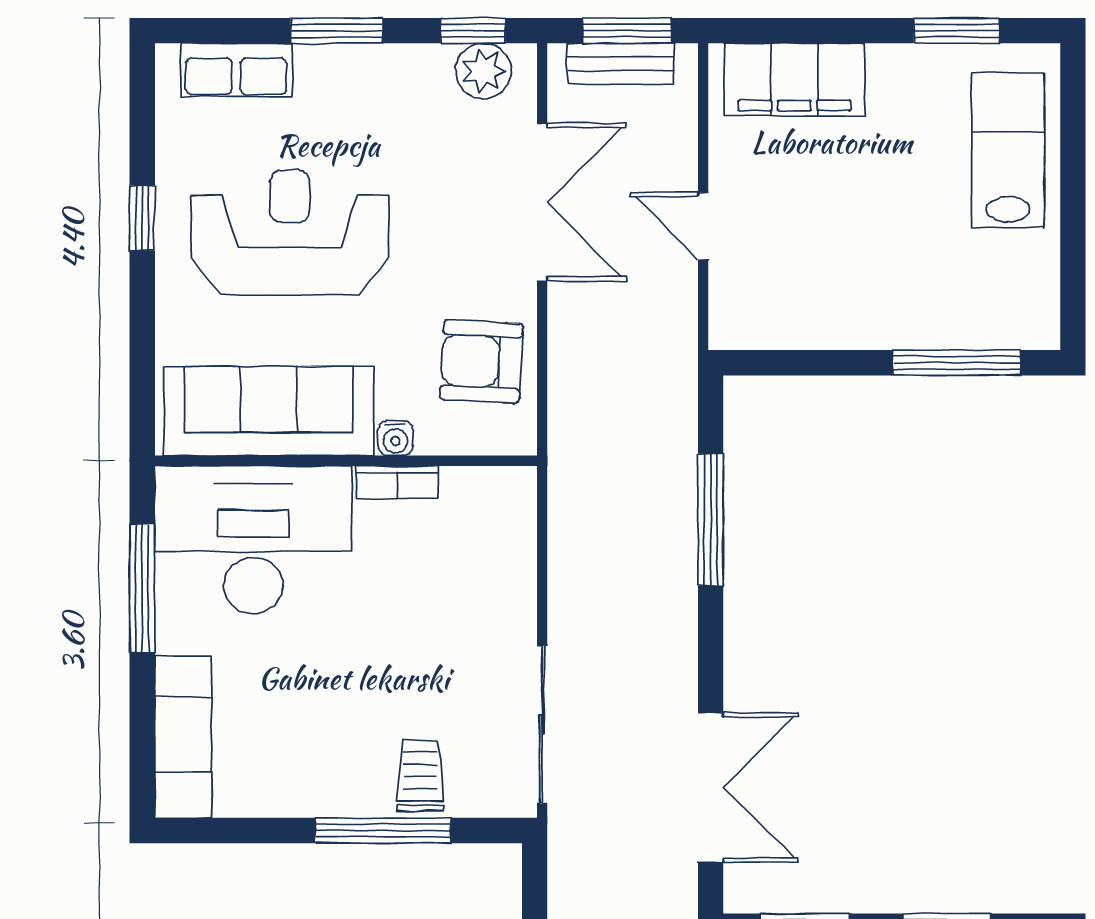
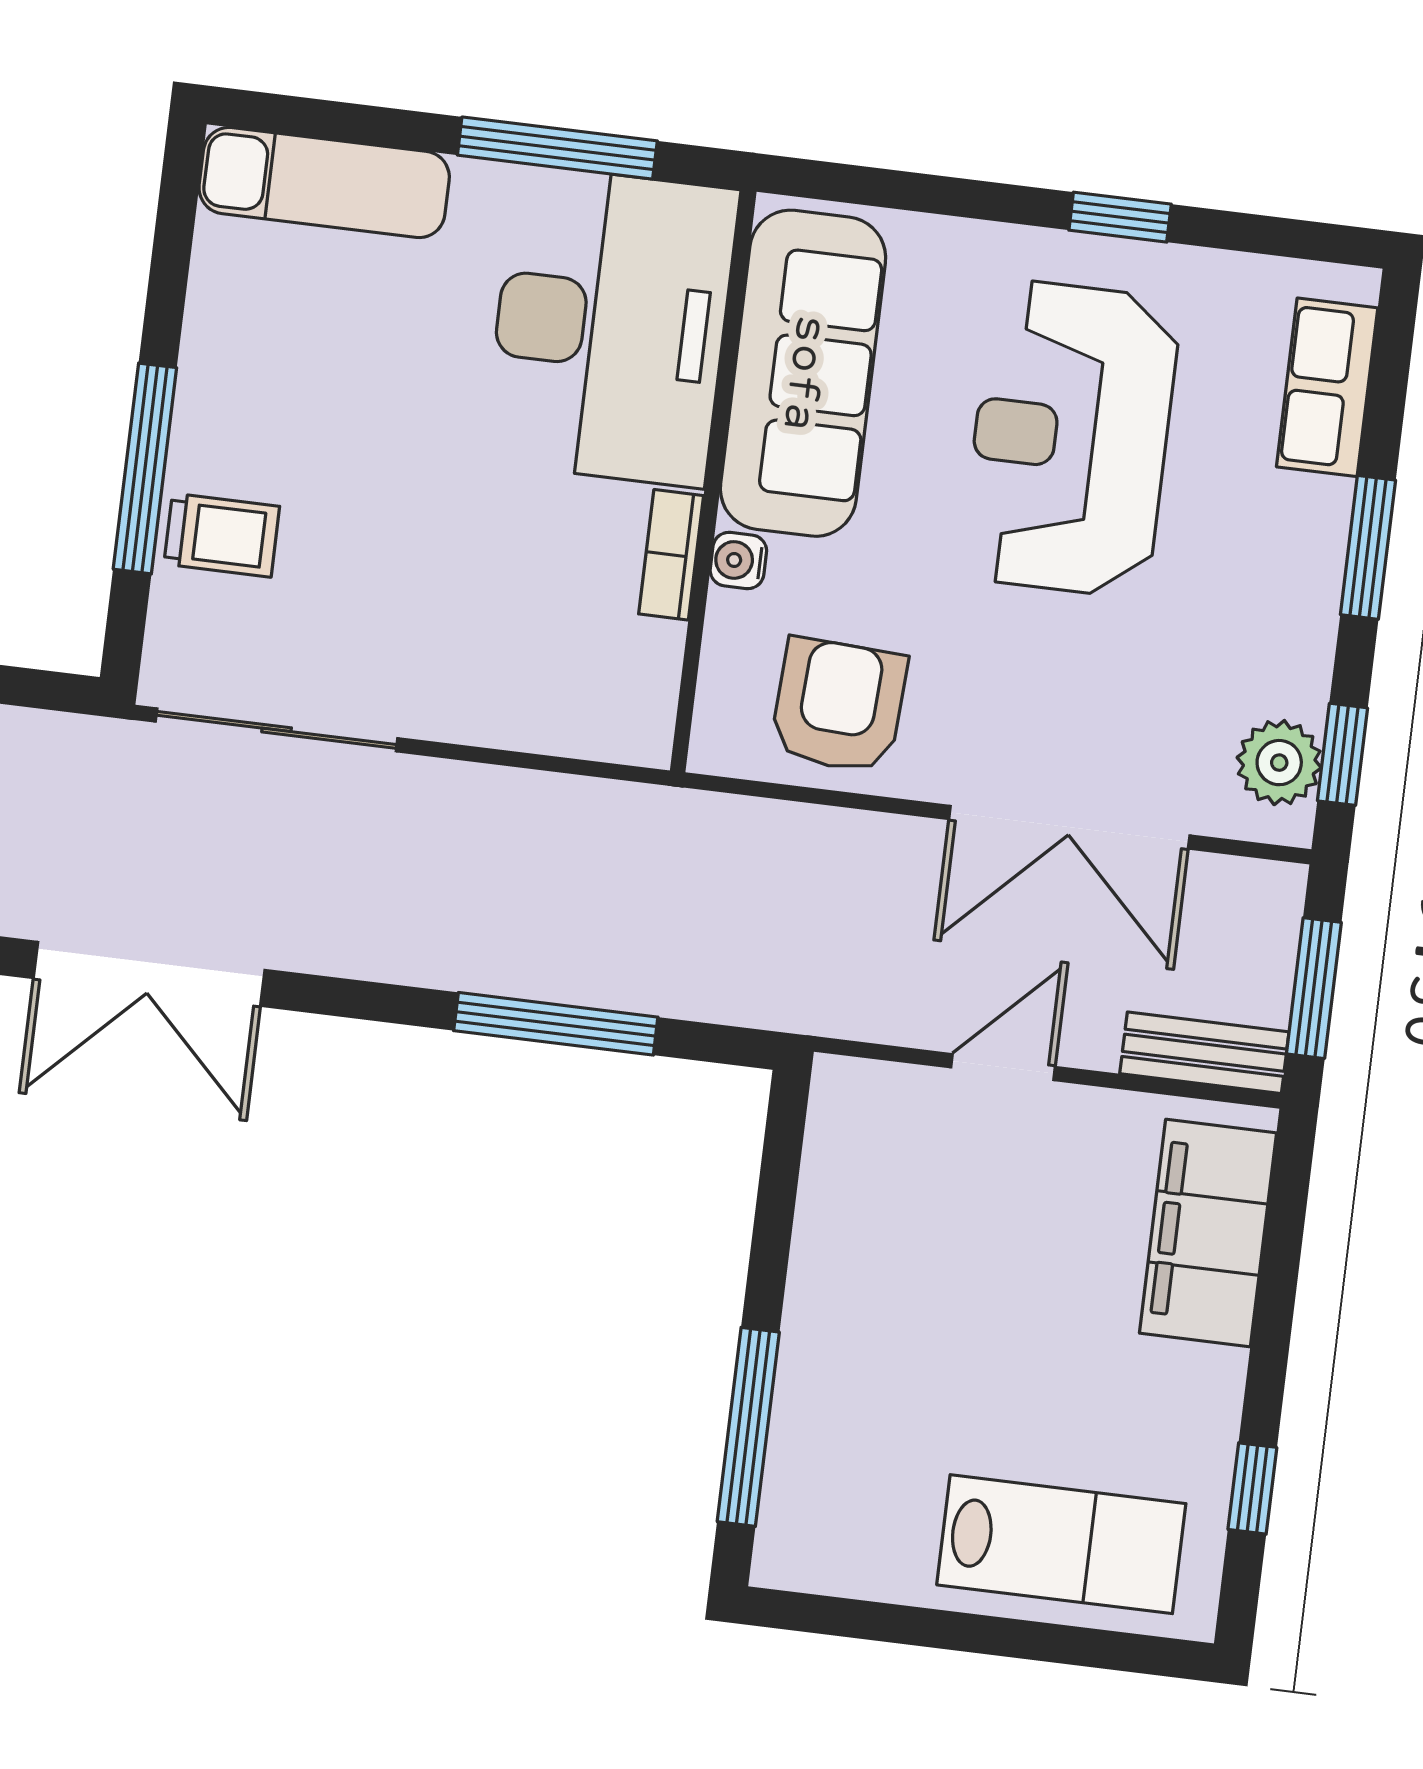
window: (957, 31) -> (1252, 1488), width x0.67
bench: (621, 64) -> (1204, 1053), moved, turned 90
reception desk: (290, 232) -> (1070, 438), turned 180

